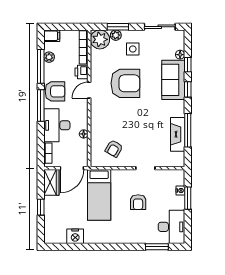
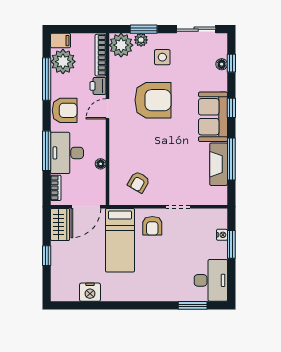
plant: (49, 57) -> (63, 62), width x1.88, depth x1.88
window: (188, 65) -> (231, 63), moved
sofa: (173, 80) -> (213, 117), moved
window: (41, 105) -> (47, 151), moved
armchair: (138, 202) -> (152, 226), moved

